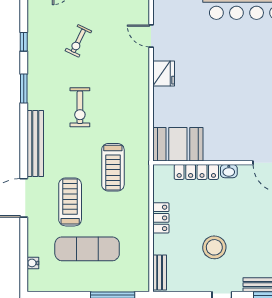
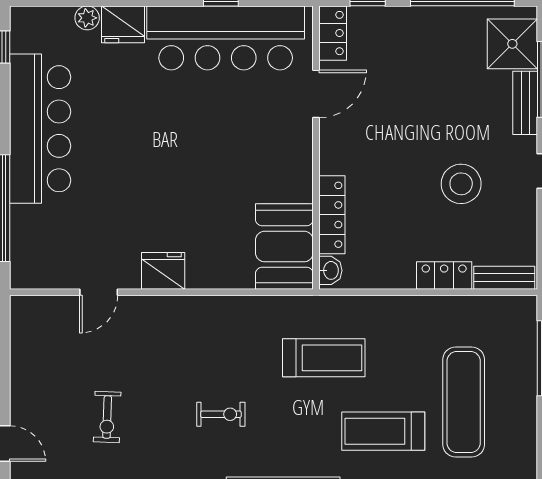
exercise bike: (78, 41) -> (107, 417), turned 66
exercise bike: (80, 107) -> (221, 414), width x0.73, depth x0.72
washbasin: (229, 171) -> (330, 270), moved
locker: (161, 218) -> (444, 276), moved

